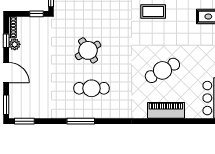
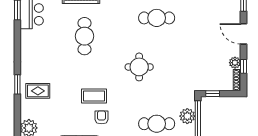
round table: (88, 50) -> (139, 67), moved, turned 32
cafe table: (162, 70) -> (84, 36), turned -61

